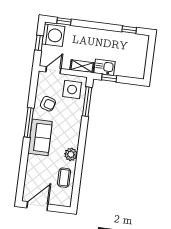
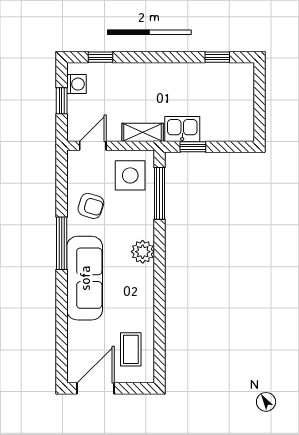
washing machine: (53, 35) -> (76, 84), width x0.53, depth x0.53
sofa: (40, 137) -> (85, 278), width x1.36
plant: (71, 154) -> (143, 252), moved
coffee table: (64, 178) -> (131, 349), moved

